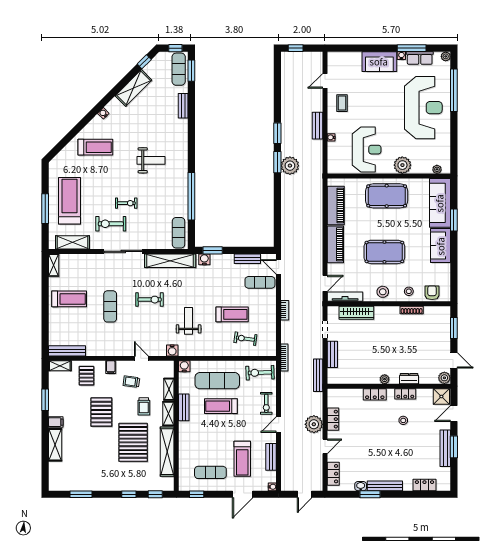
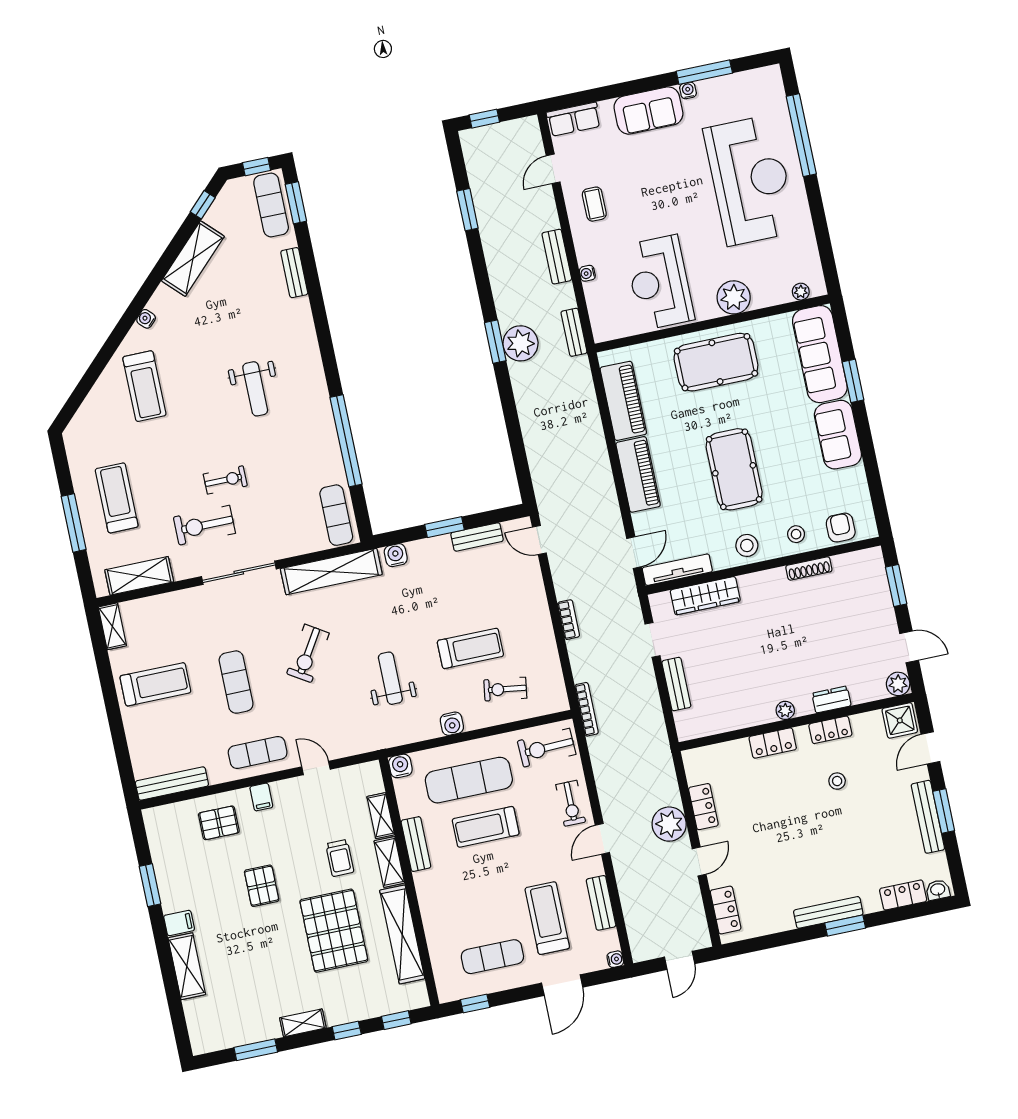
plant: (446, 56) -> (772, 74), removed
row of seats: (420, 58) -> (574, 119), moved
window: (277, 133) -> (467, 210), moved
treadmill: (95, 147) -> (144, 386), turned 90
reception desk: (367, 150) -> (659, 282), turned 180
weight bench: (151, 160) -> (255, 389), turned 90
treadmill: (69, 201) -> (117, 498), width x0.73, depth x0.73
window: (213, 250) -> (444, 527), moved
pool table: (384, 252) -> (734, 469), turned 90
exercise mat: (260, 282) -> (258, 753), moved
exercise bike: (150, 300) -> (308, 653), turned 122
water cooler: (172, 350) -> (452, 724), moved
shelving: (60, 366) -> (303, 1023), moved
bench: (318, 375) -> (574, 332), moved, width x0.73
pallet: (86, 376) -> (219, 823), turned 90
trolley: (131, 382) -> (306, 816), removed
pallet: (101, 412) -> (262, 886), width x0.67, depth x0.71
treadmill: (242, 459) -> (547, 918), turned 180
washbasin: (361, 486) -> (938, 890), moved
window: (370, 494) -> (845, 926), moved

